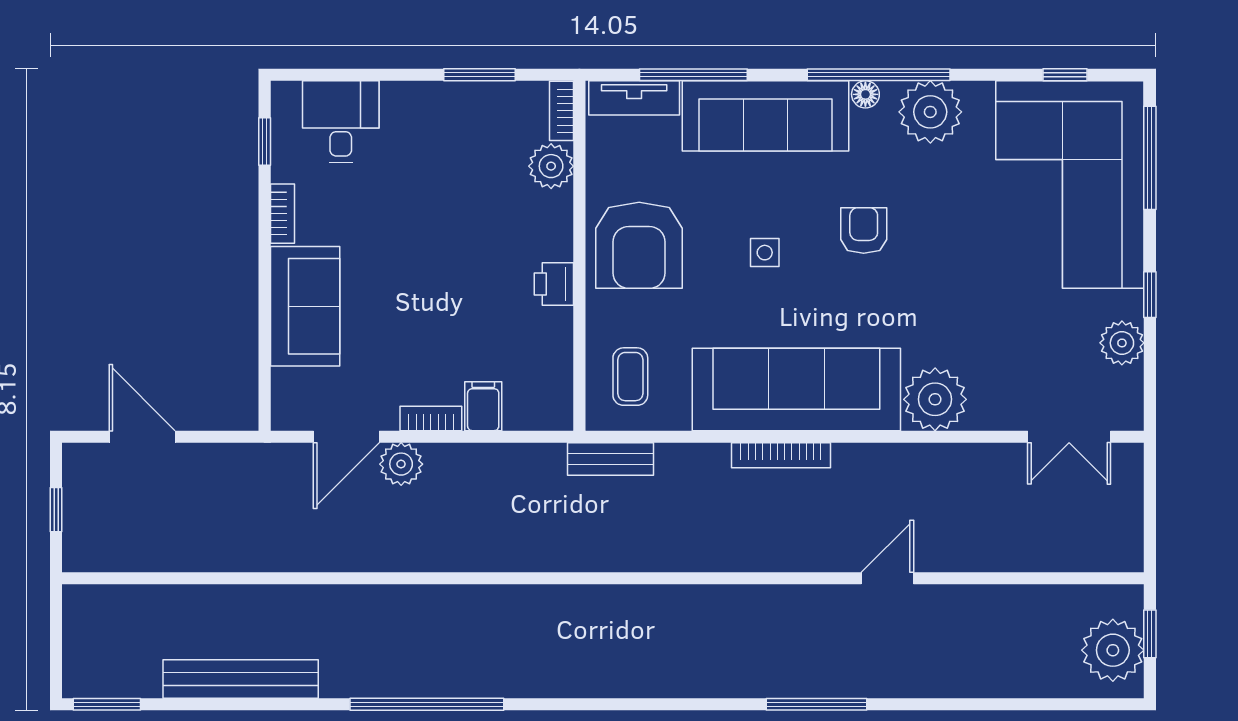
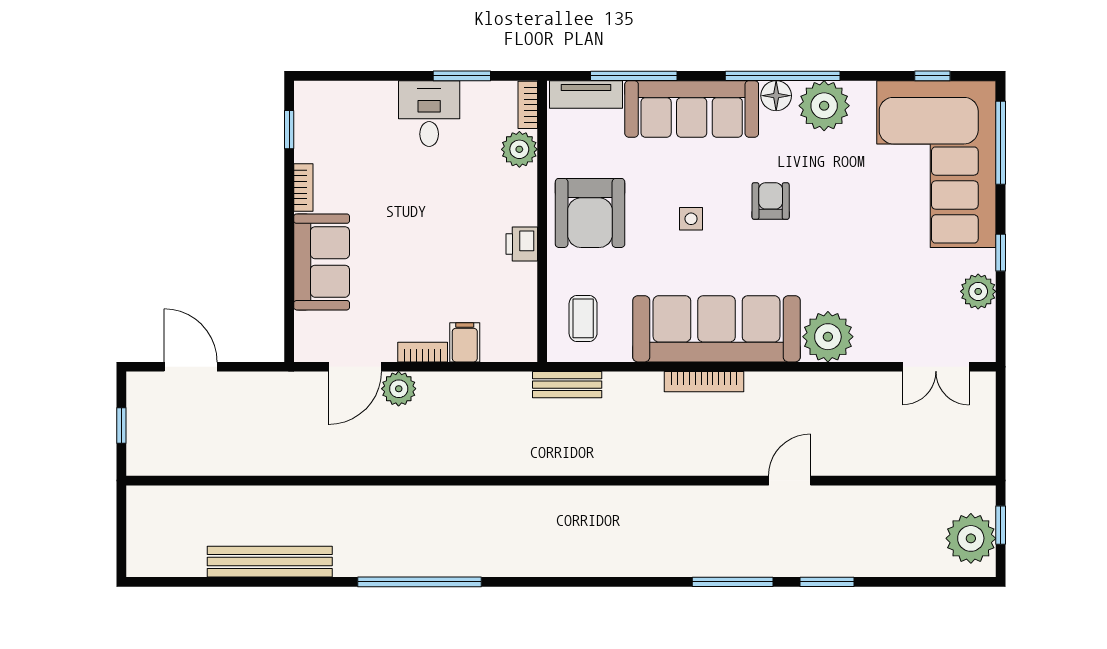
floor lamp: (865, 94) -> (776, 96), width x1.37, depth x1.37
desk: (341, 122) -> (429, 114), moved
window: (107, 704) -> (827, 582), moved

